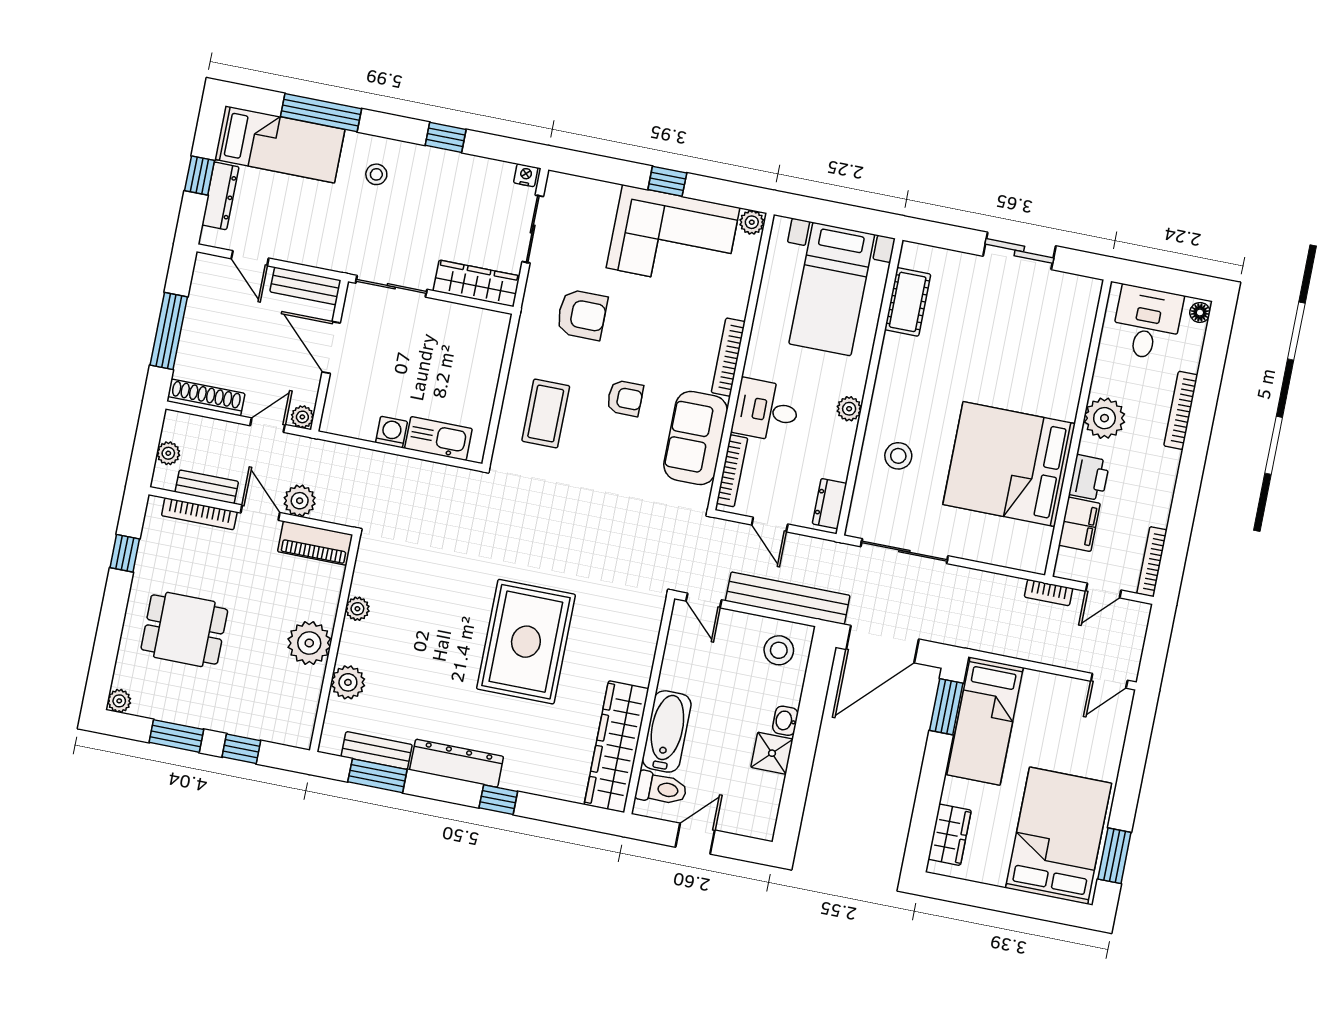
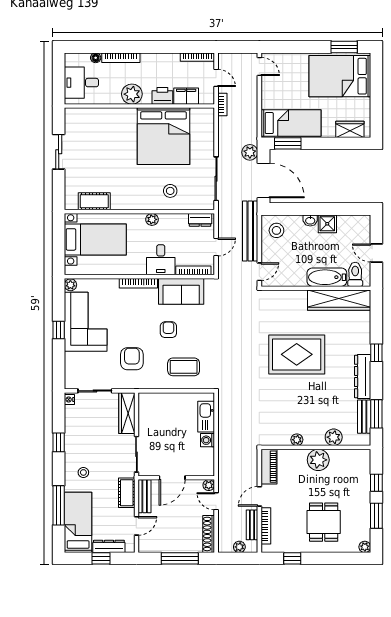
cot: (319, 252) -> (127, 493), added
floor lamp: (1200, 313) -> (96, 58), moved
plant: (300, 501) -> (250, 152), moved

